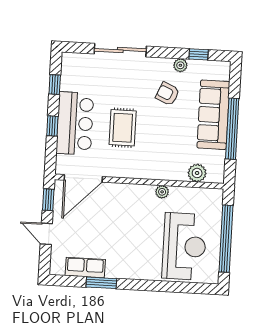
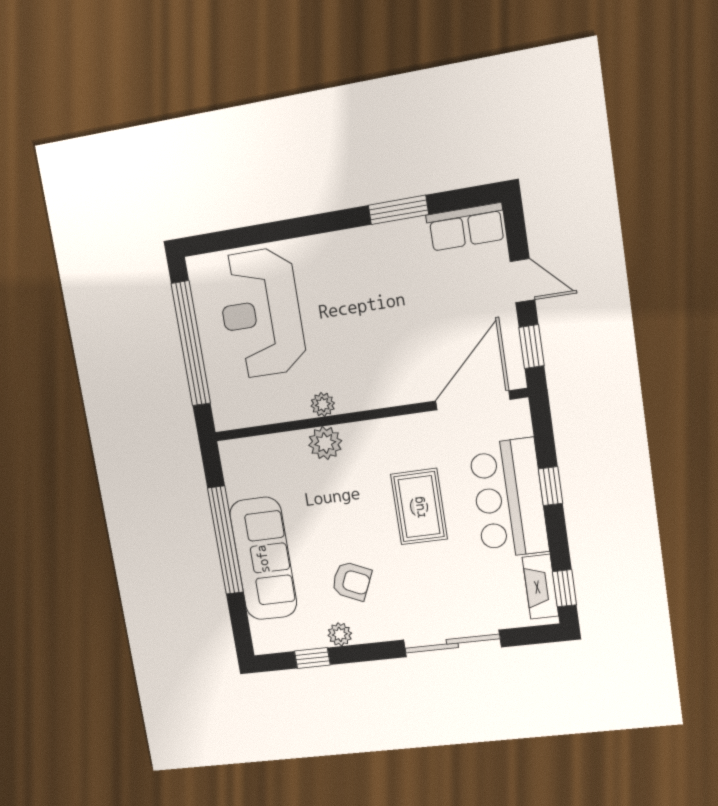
fireplace: (68, 73) -> (540, 587), added
window: (55, 85) -> (564, 588), moved
plant: (197, 173) -> (325, 443), moved
row of seats: (85, 268) -> (466, 227), moved

